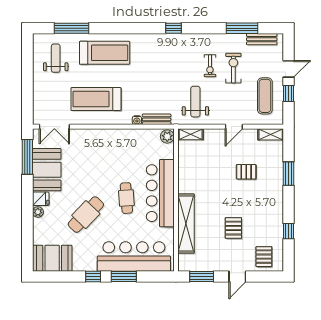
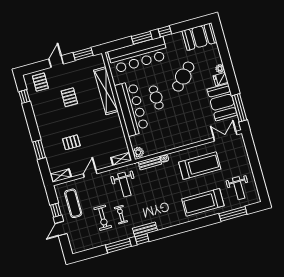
window: (173, 28) -> (142, 239), moved
window: (242, 28) -> (118, 246), moved
bench: (262, 39) -> (145, 229), moved
window: (289, 231) -> (24, 96), moved

